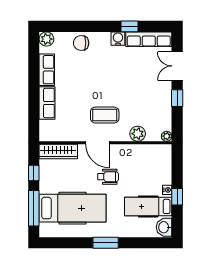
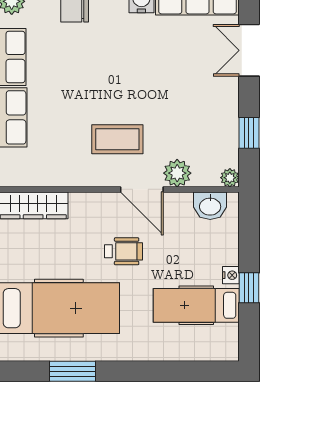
window: (177, 98) -> (249, 133), moved
door: (97, 143) -> (142, 189), moved
washbasin: (164, 227) -> (210, 206), moved, turned -90
window: (106, 243) -> (73, 371), moved

